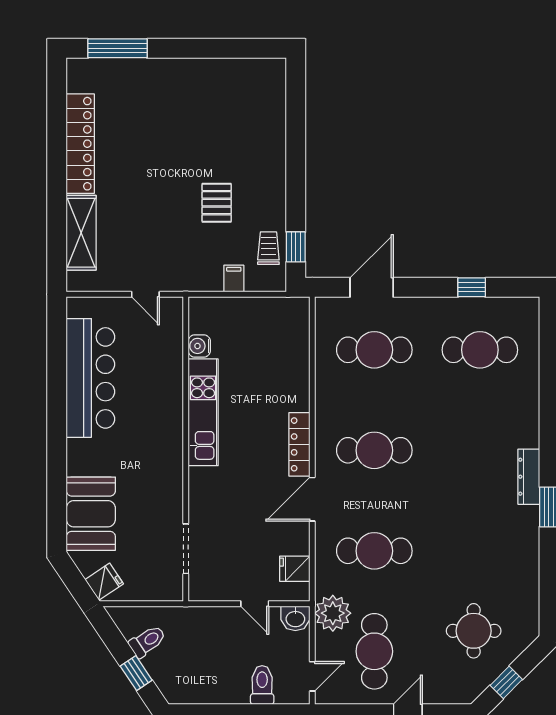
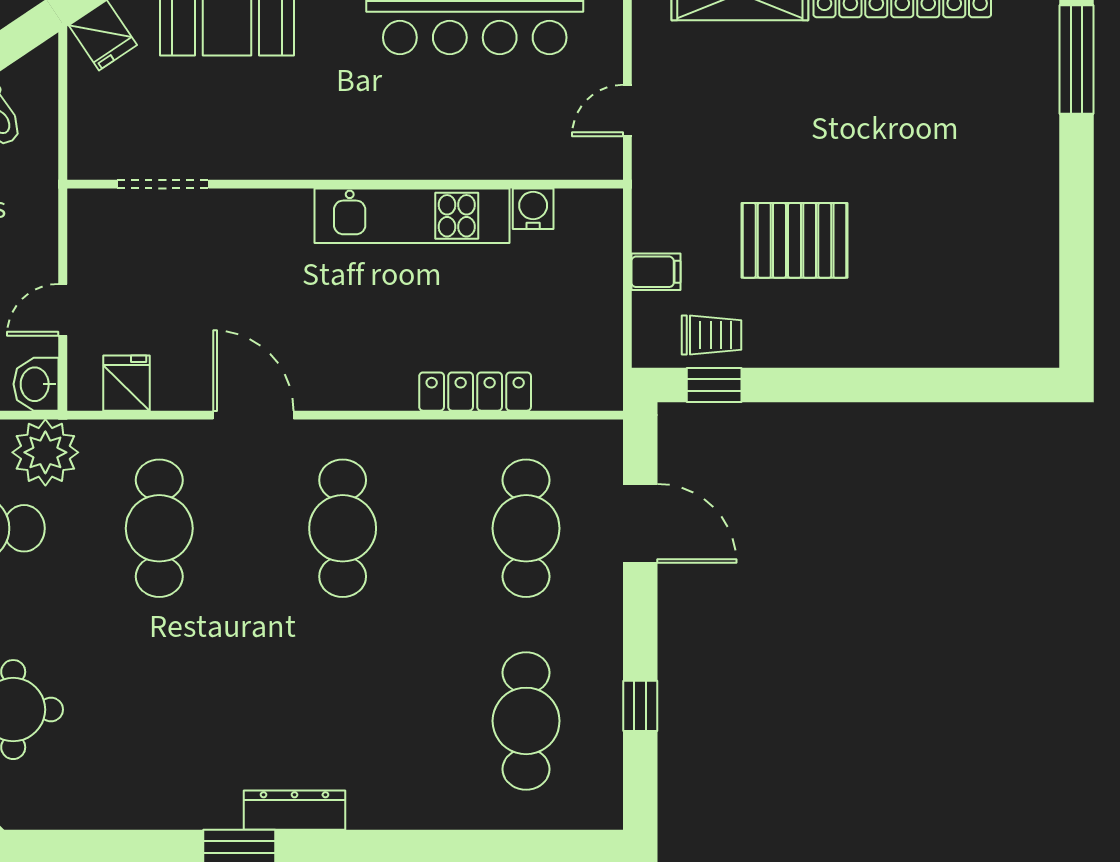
pallet: (217, 203) -> (795, 240), width x1.50, depth x1.42
locker: (299, 444) -> (475, 392), moved

